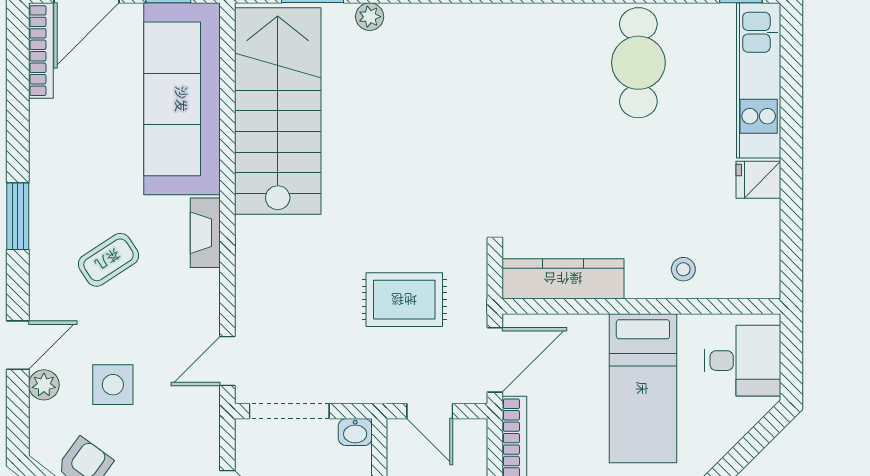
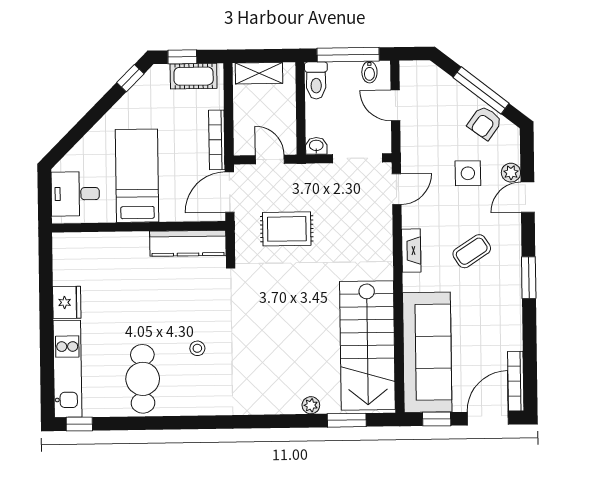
fridge: (758, 180) -> (67, 302), width x1.38
fireplace: (205, 233) -> (411, 251), moved
stool: (683, 269) -> (197, 348), moved

